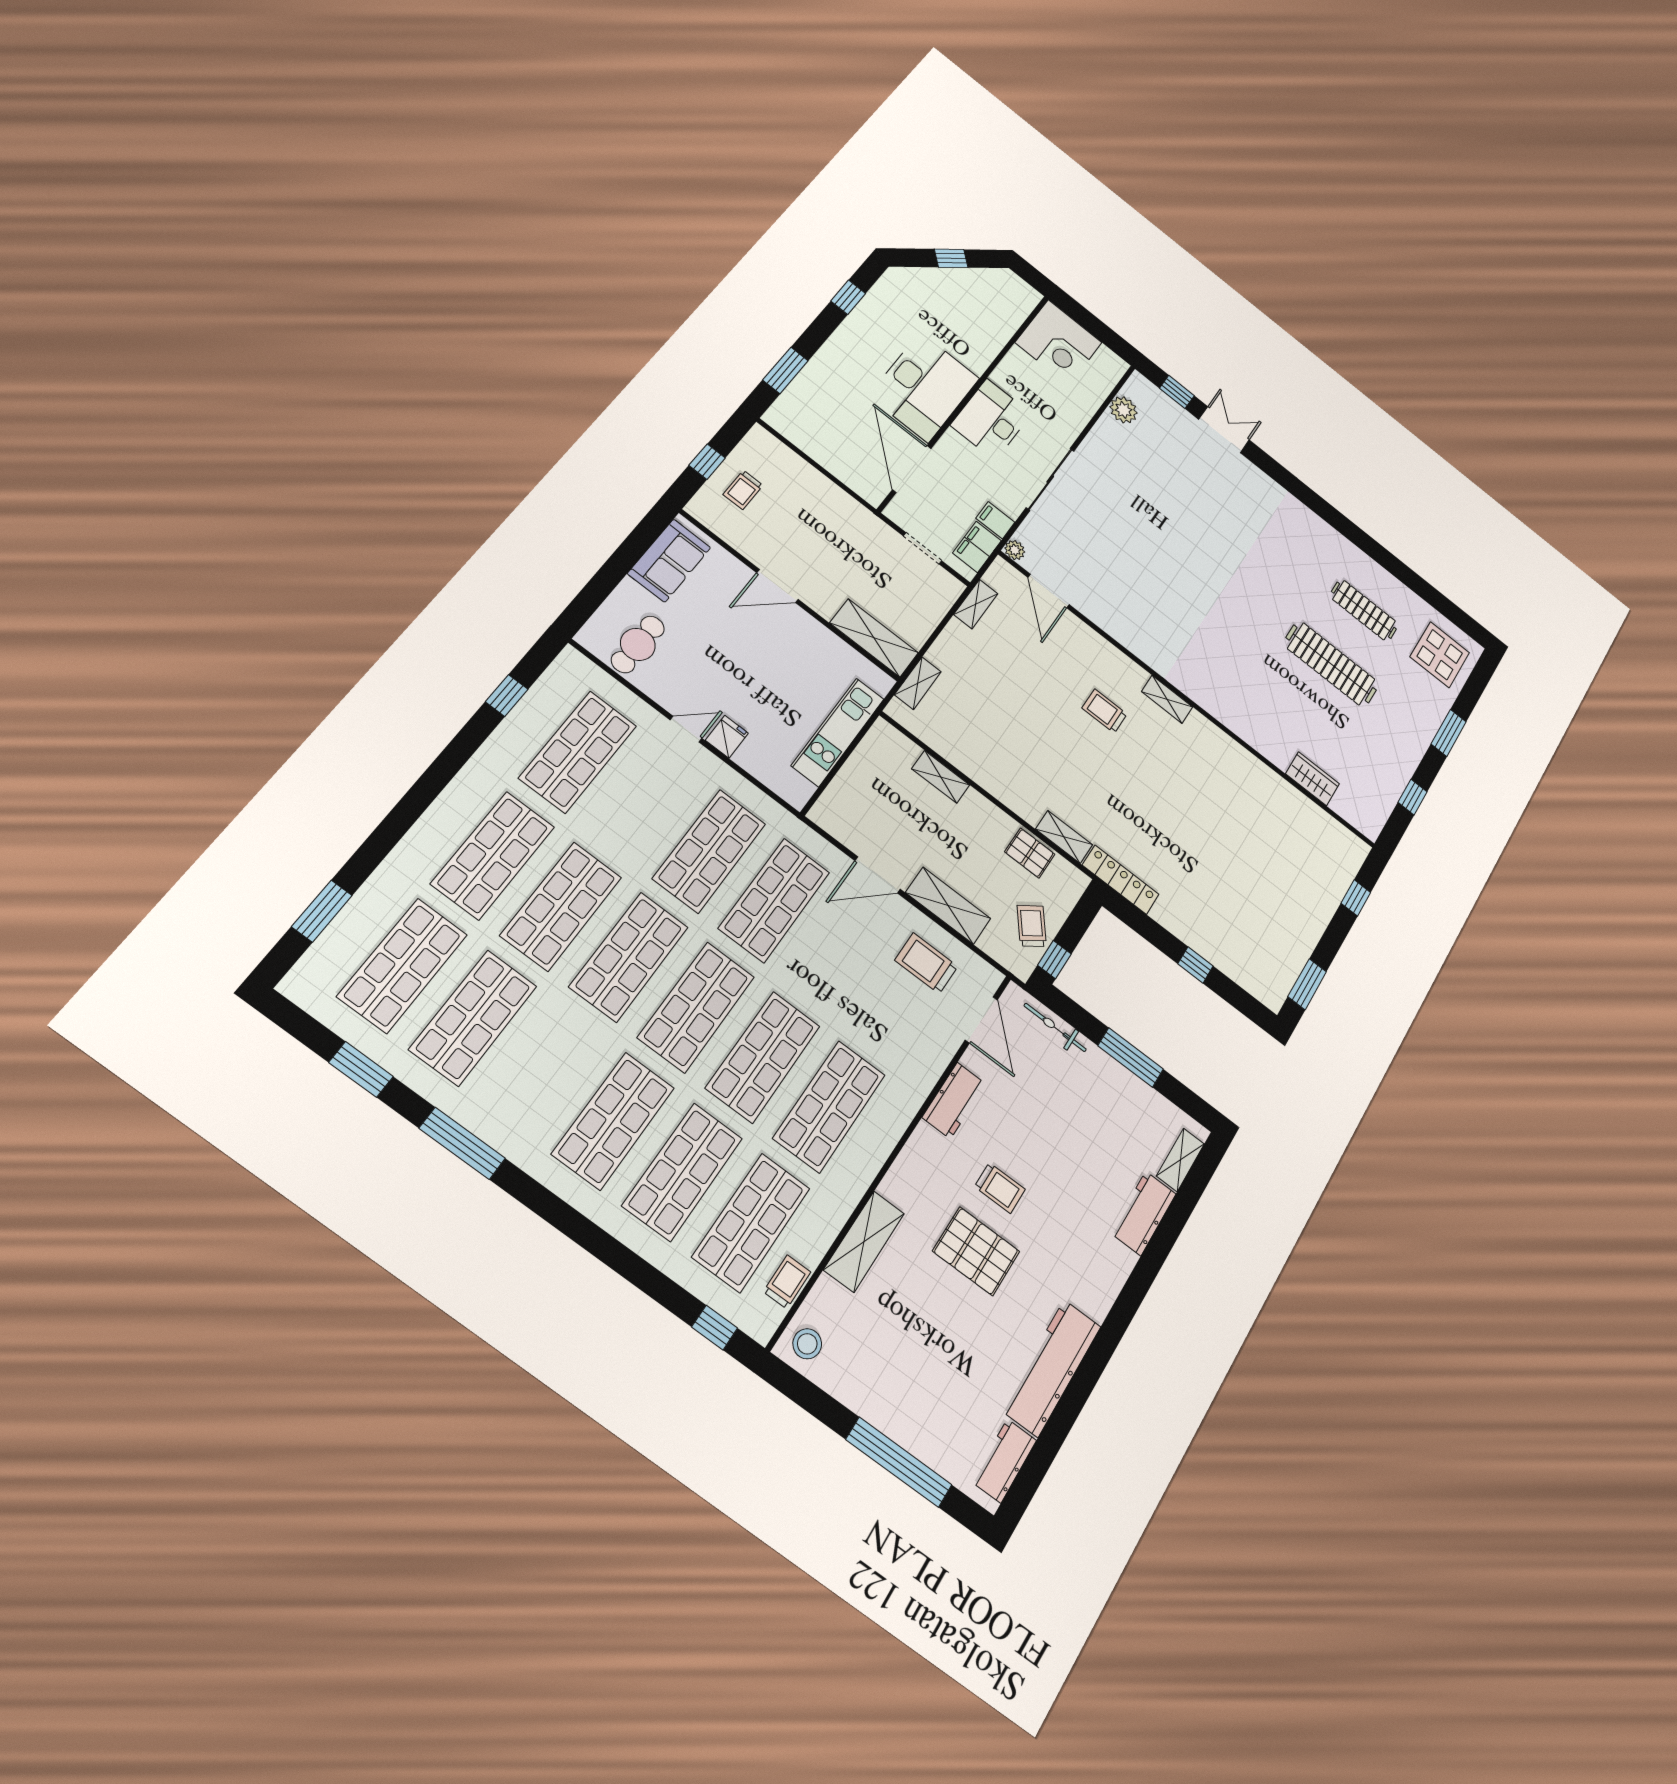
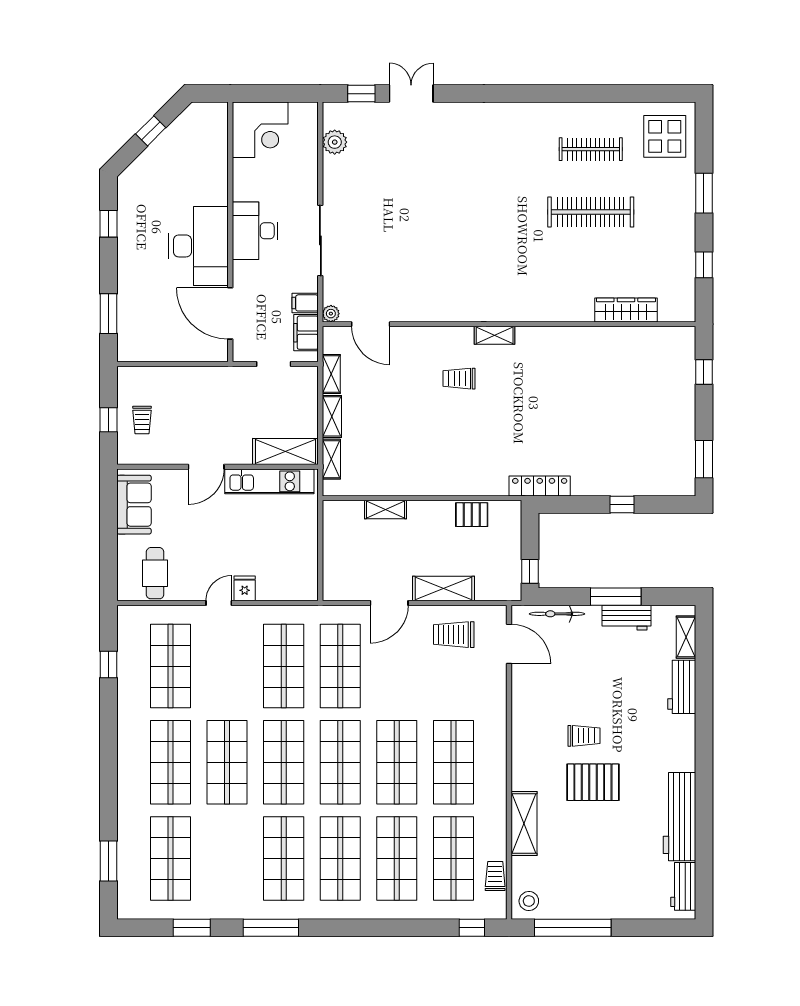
kitchen unit: (838, 732) -> (269, 481), moved, turned -90
wardrobe: (1312, 779) -> (626, 310), width x1.50
shelving: (1064, 837) -> (332, 416), moved, turned 90
trolley: (1032, 926) -> (502, 561), removed
shop shelf: (473, 1018) -> (284, 858), moved
workbench: (954, 1100) -> (626, 618), moved, turned 90
window: (899, 1462) -> (573, 928), moved

